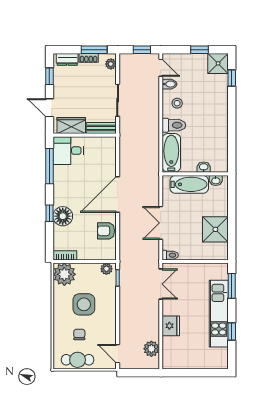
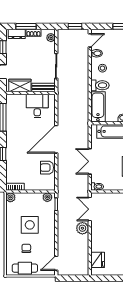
window: (94, 50) -> (26, 26), moved
door: (161, 68) -> (90, 40), hinge flipped
desk: (68, 151) -> (37, 106), moved, turned 90
floor lamp: (63, 216) -> (13, 156), removed
plant: (64, 274) -> (10, 197), width x0.53, depth x0.53
double door: (161, 284) -> (90, 209), swing flipped
fridge: (171, 326) -> (98, 260), moved
plant: (151, 349) -> (82, 228), moved
door: (118, 354) -> (56, 263), hinge flipped

